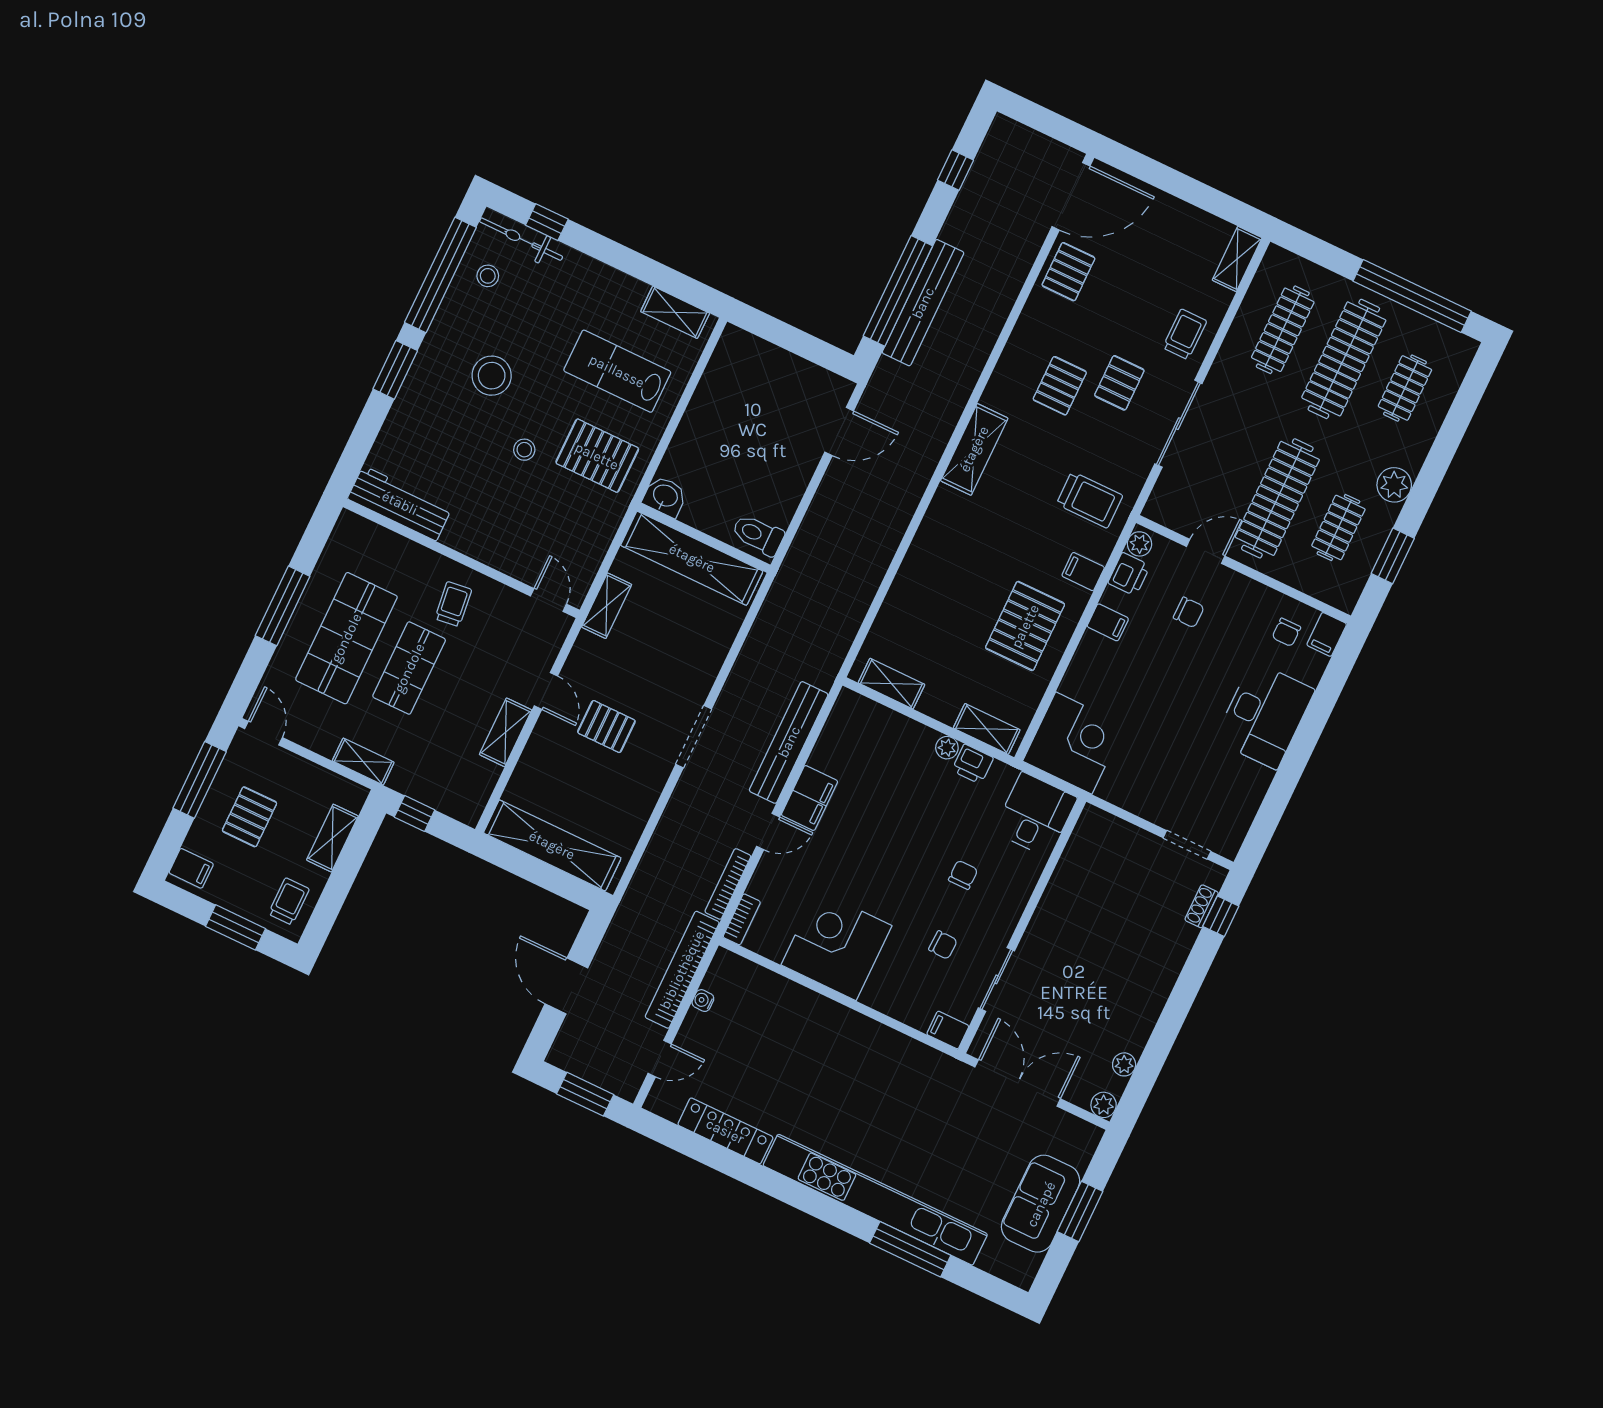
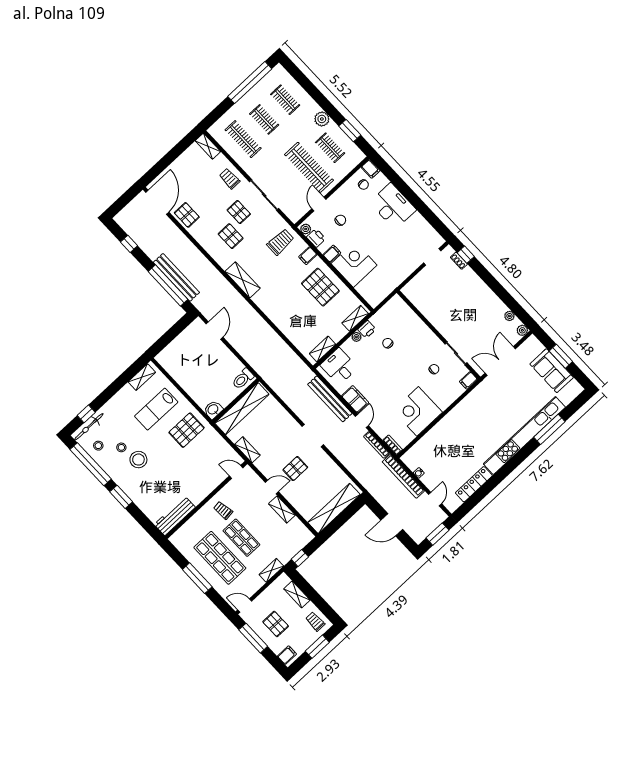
clothes rail: (1344, 359) -> (264, 119), width x0.54, depth x0.76
stool: (524, 450) -> (121, 447), moved
corner desk: (1074, 743) -> (354, 264), moved
desk: (1035, 815) -> (339, 366), moved
chair: (963, 875) -> (388, 343), moved

